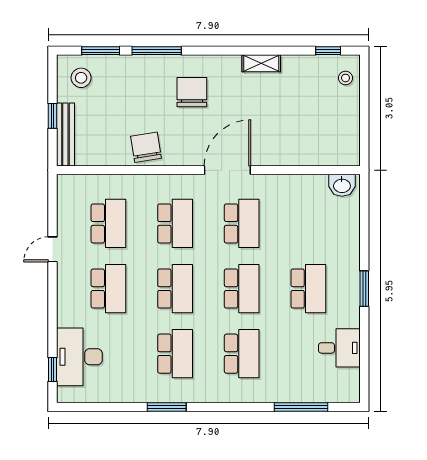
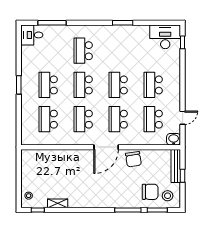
shelving: (261, 63) -> (58, 203), moved
chair: (192, 92) -> (150, 192), moved, turned -90
door: (227, 170) -> (106, 147), moved
washbasin: (342, 185) -> (174, 139), moved
door: (53, 249) -> (183, 118), moved
desk: (339, 348) -> (32, 35), moved
school desk: (175, 354) -> (48, 119), moved
desk: (79, 357) -> (165, 37), moved, turned -90

